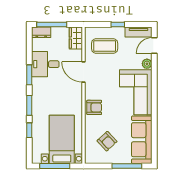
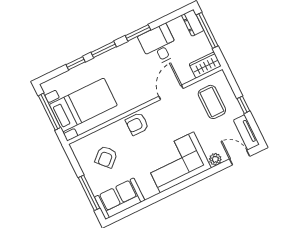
armchair: (94, 107) -> (137, 124), turned 90
sofa: (142, 140) -> (120, 199), width x0.73

